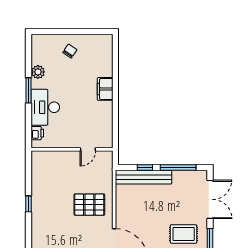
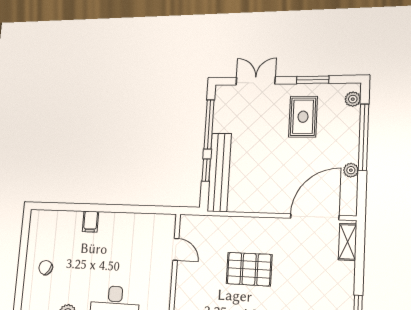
filing cabinet: (105, 89) -> (91, 222), width x0.50
double door: (210, 199) -> (256, 81), width x0.73
pallet: (89, 205) -> (249, 269), moved, turned 90

